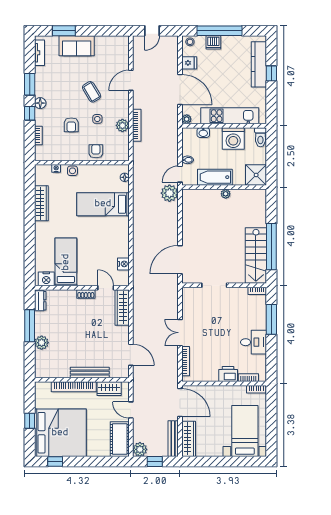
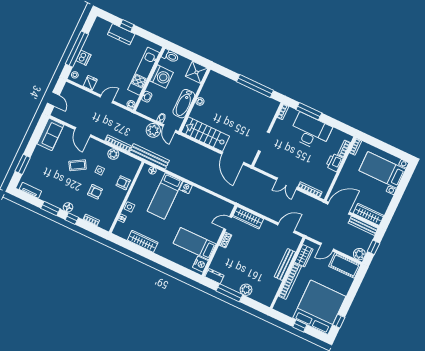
sofa: (77, 46) -> (50, 134), moved
kitchen counter: (259, 64) -> (121, 34), width x0.67
door: (180, 89) -> (107, 99), width x0.53
bench: (139, 167) -> (149, 156), added
plant: (169, 193) -> (153, 130), moved
stairs: (256, 256) -> (205, 134), moved, turned 180
nightstand: (123, 264) -> (186, 187), moved
desk: (254, 342) -> (311, 132), width x1.87, depth x1.30

